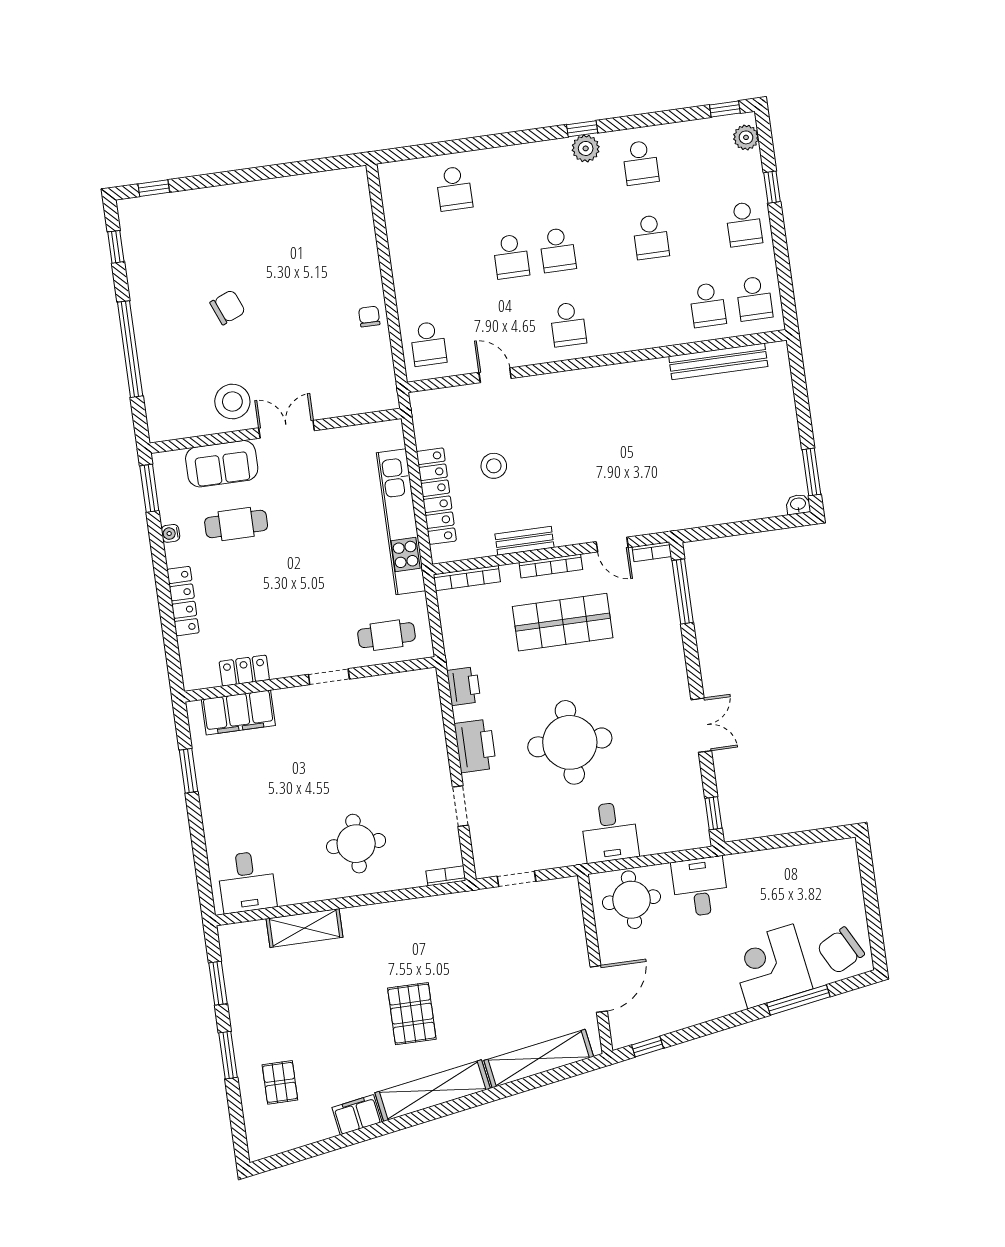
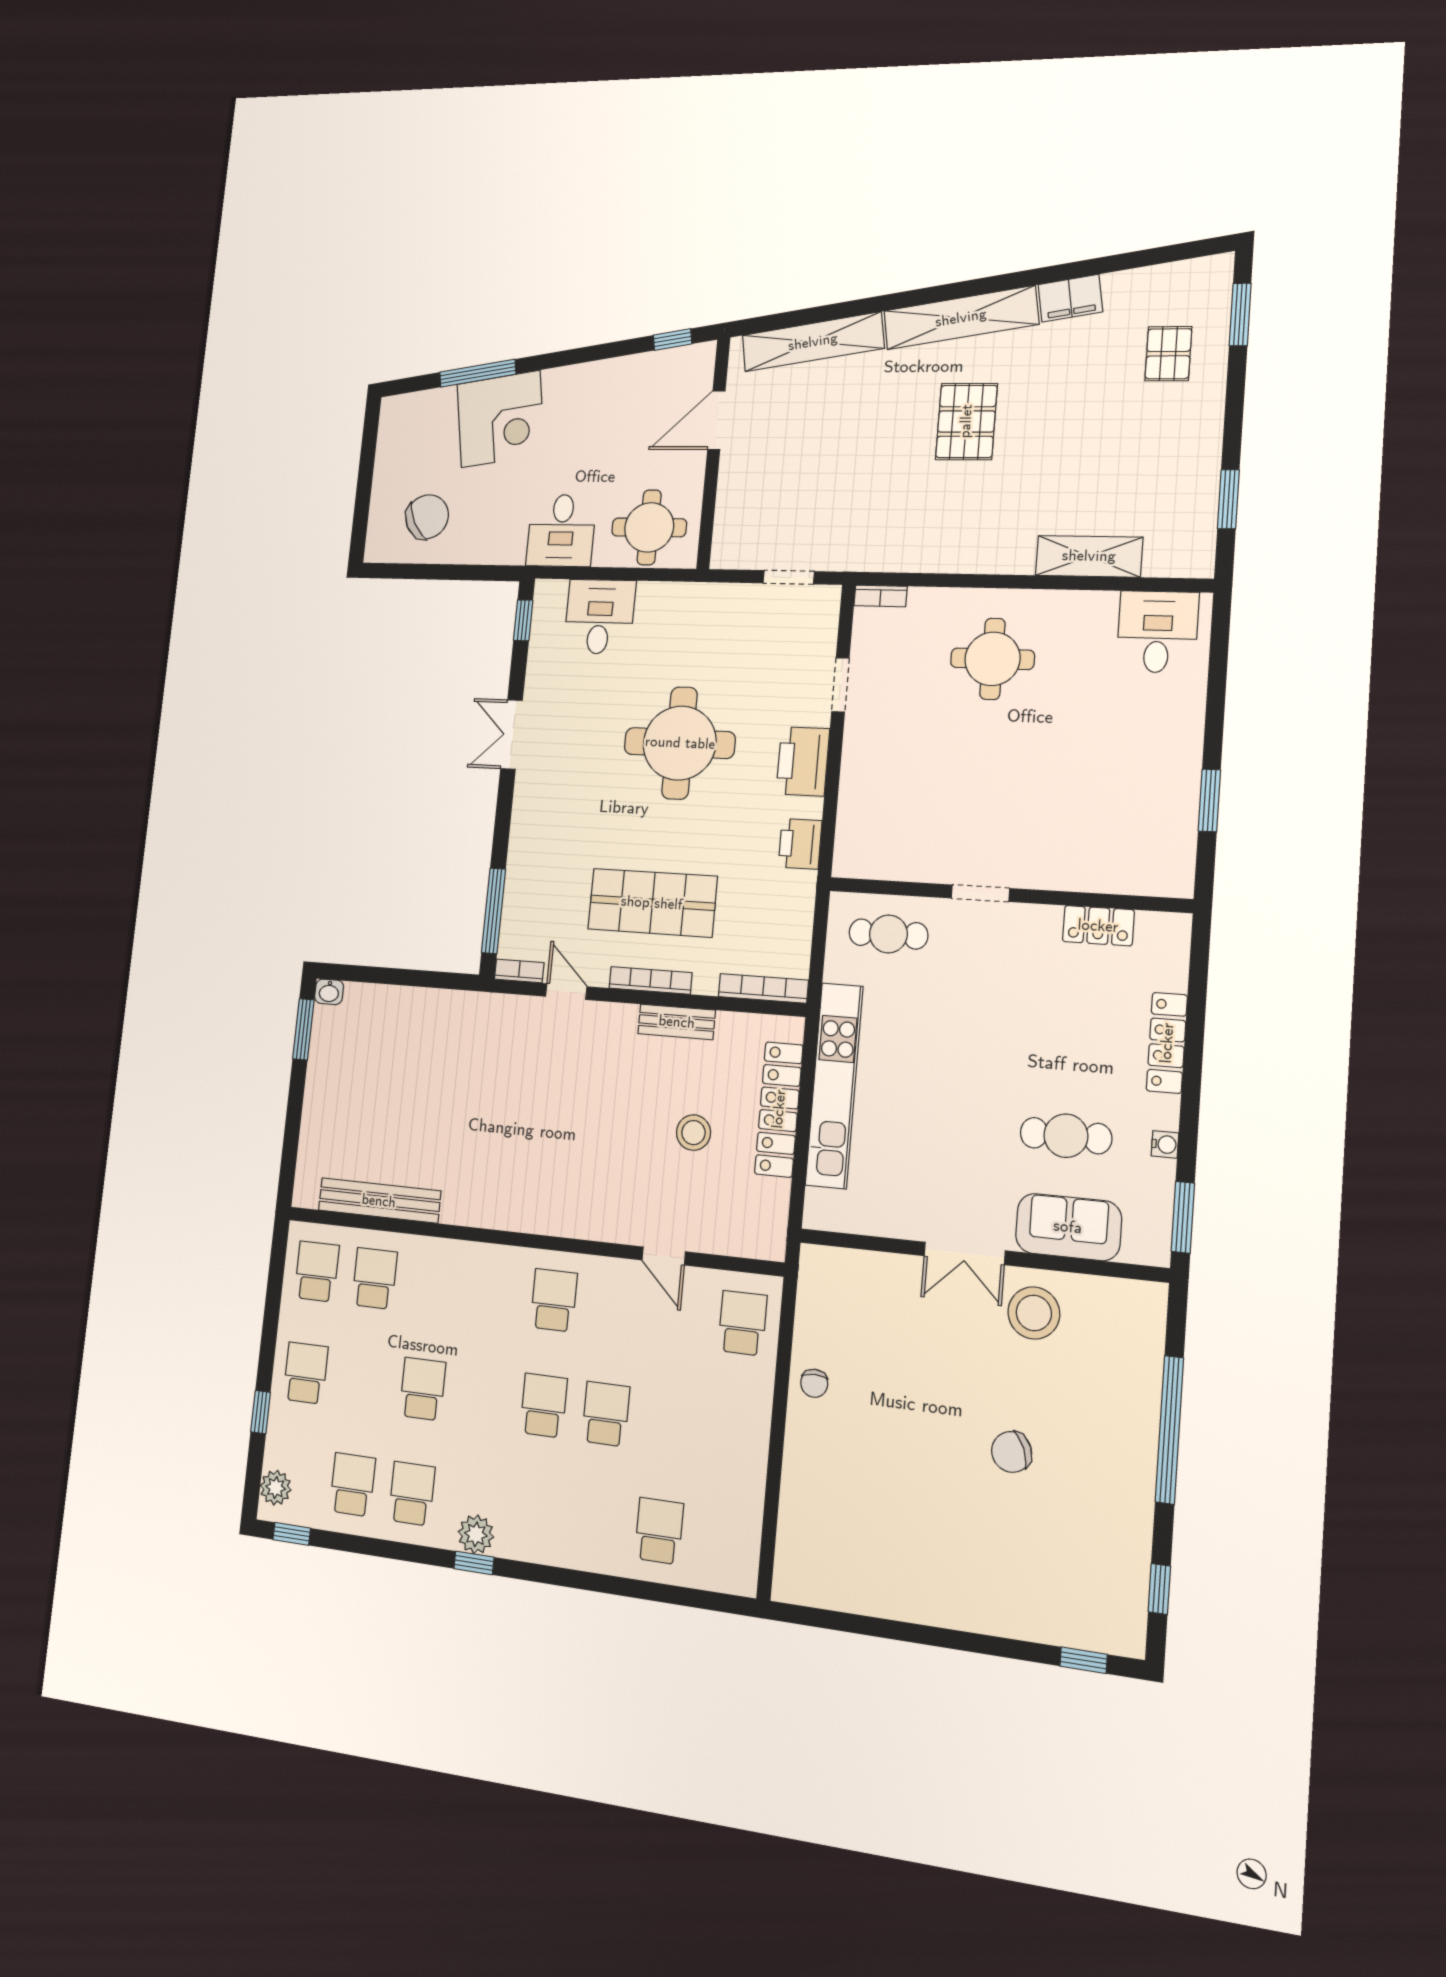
school desk: (687, 156) -> (353, 1485), added
filing cabinet: (238, 712) -> (1119, 869), removed
desk: (610, 832) -> (600, 617), moved
chair: (841, 950) -> (427, 517), moved
window: (228, 1055) -> (1240, 315), moved

